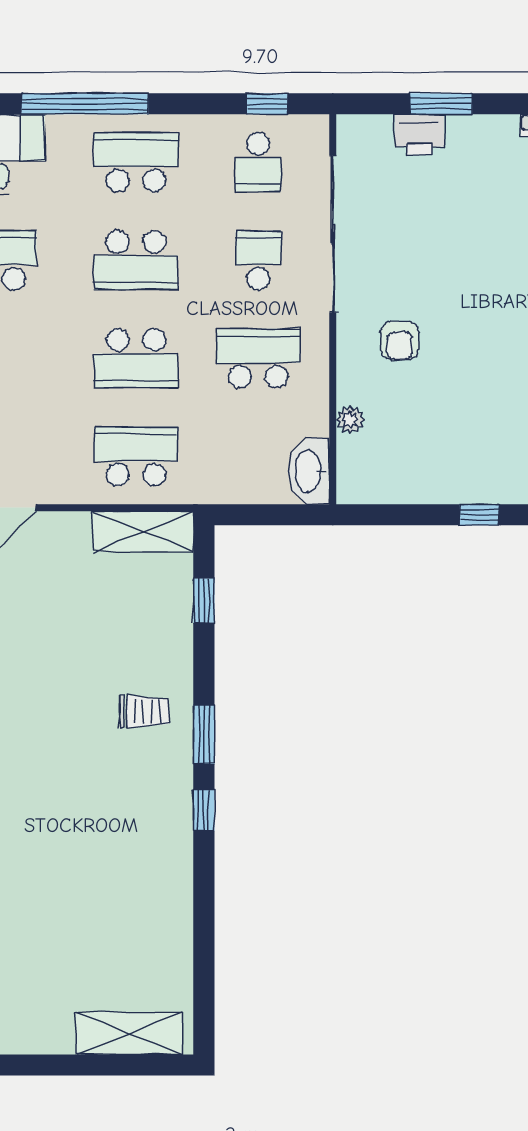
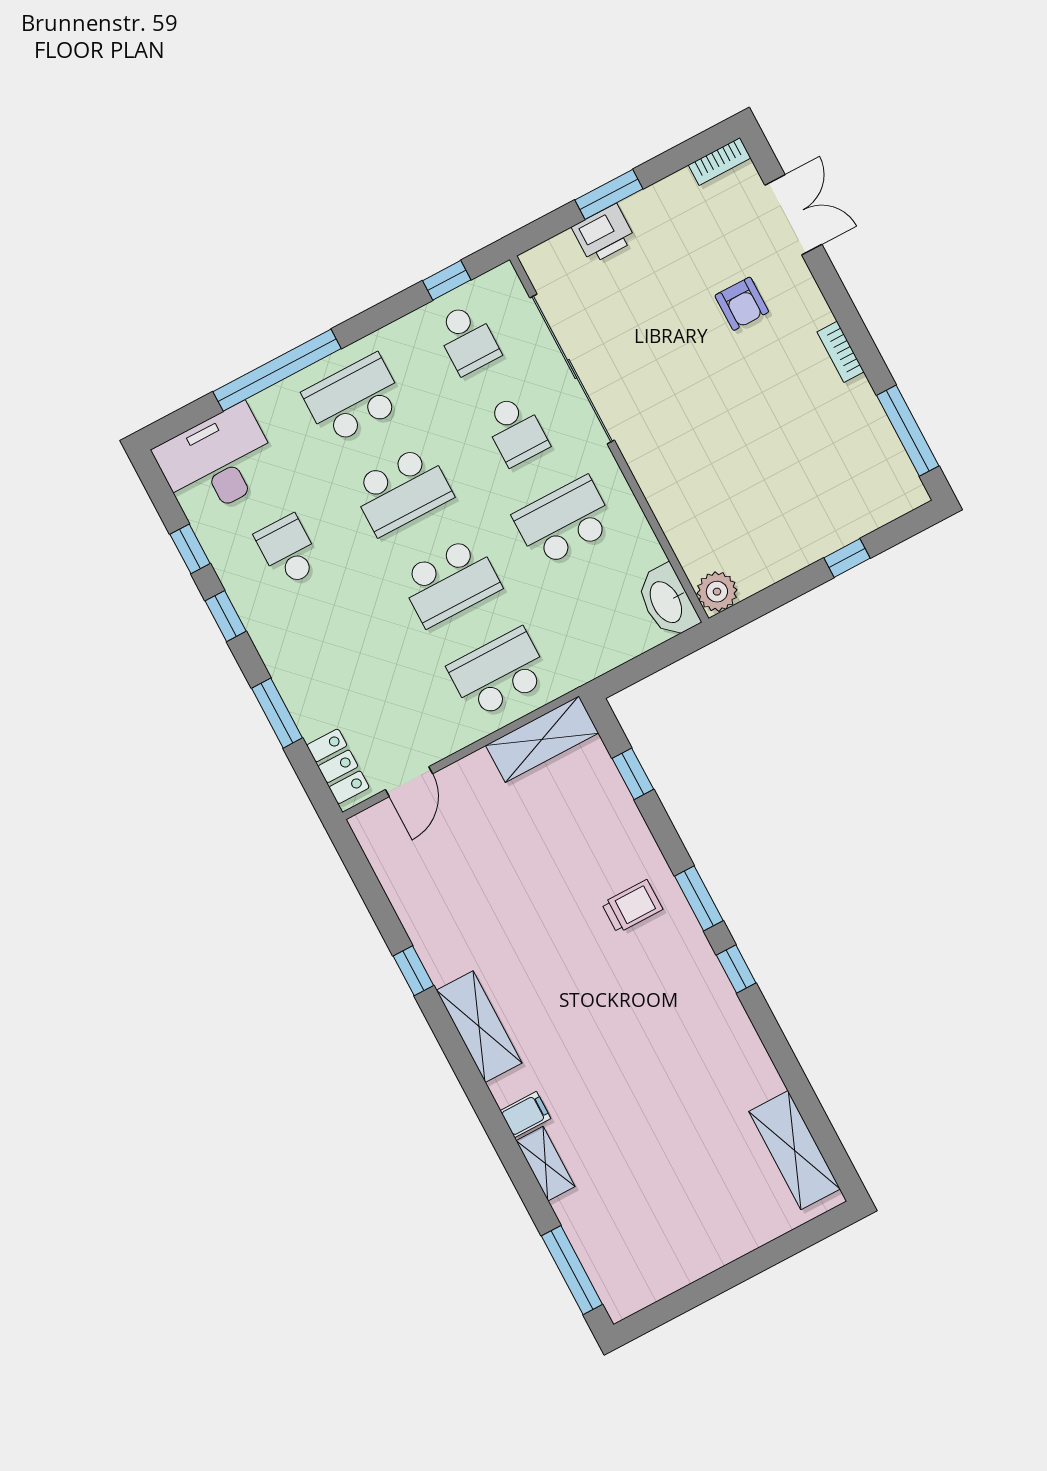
school desk: (258, 260) -> (516, 430), turned 180
armchair: (400, 341) -> (742, 304), moved
plant: (350, 420) -> (717, 592), moved, width x1.38, depth x1.38
shelving: (129, 1033) -> (794, 1150), moved, turned 90

